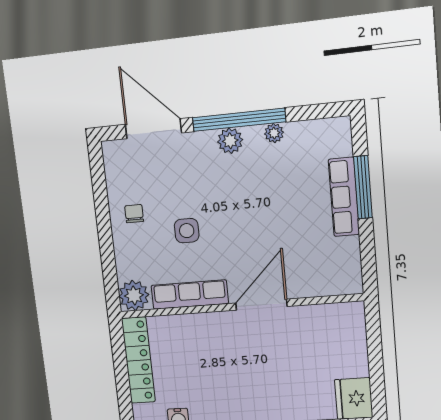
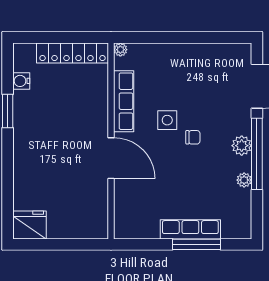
chair: (134, 214) -> (193, 137), moved
side table: (187, 231) -> (167, 120), moved
plant: (134, 295) -> (120, 50), width x0.53, depth x0.53

